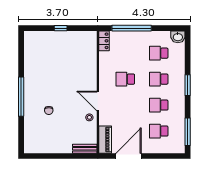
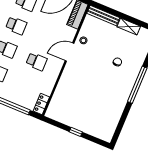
door: (98, 101) -> (70, 52), swing flipped
shelving: (52, 148) -> (129, 27), added
bench: (85, 149) -> (103, 16), width x1.36

